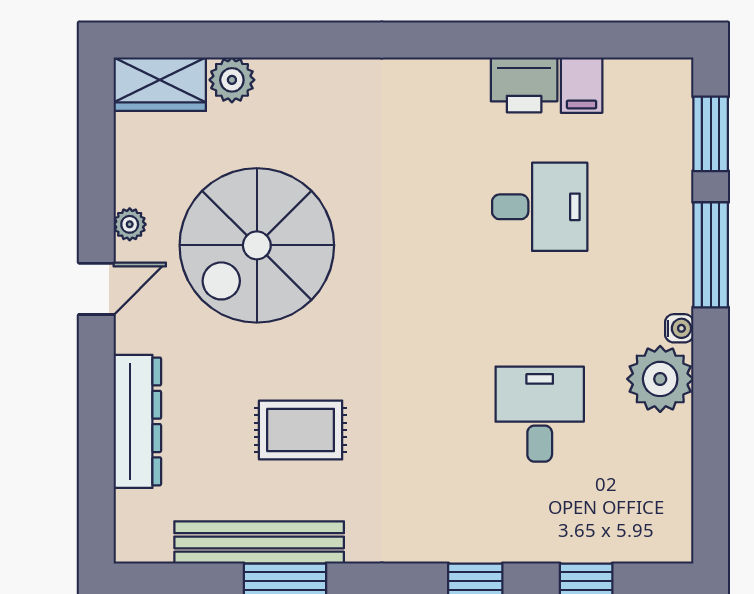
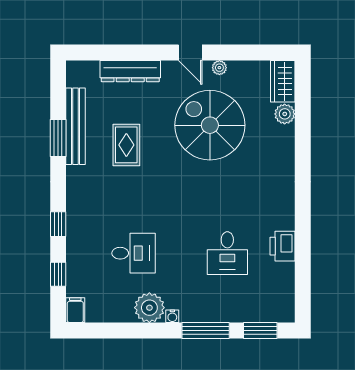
filing cabinet: (582, 85) -> (75, 310), moved, turned 90

